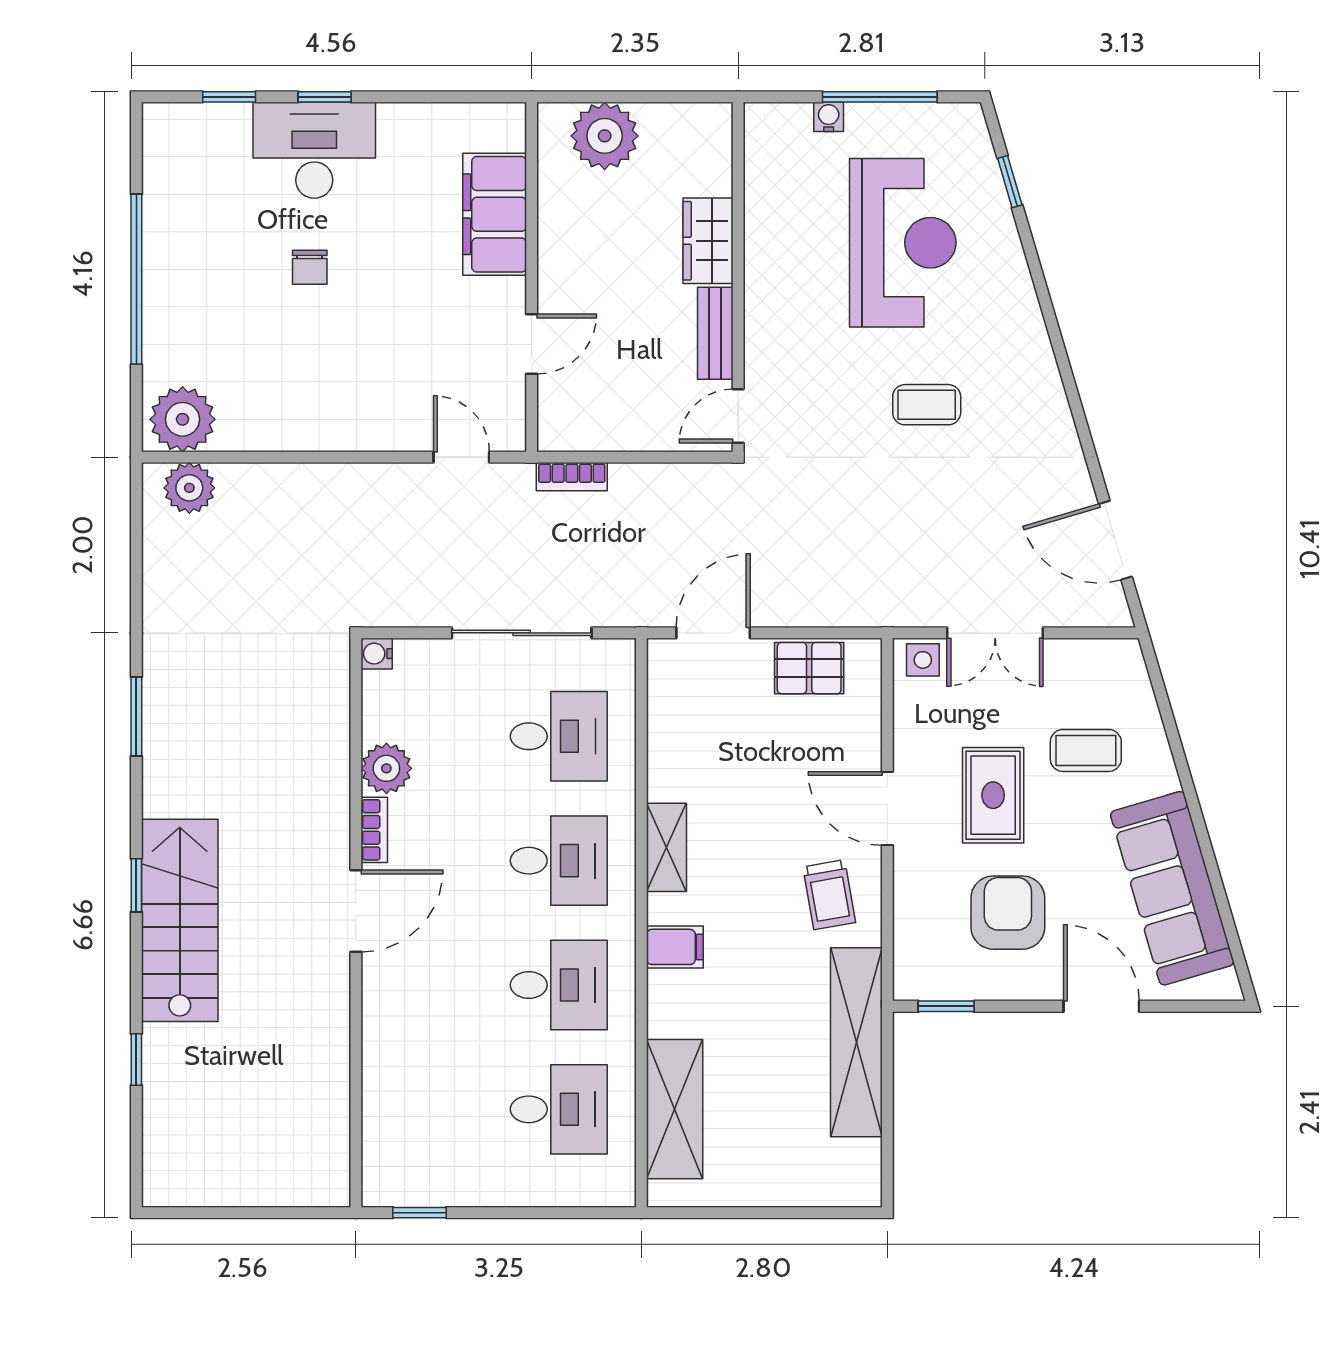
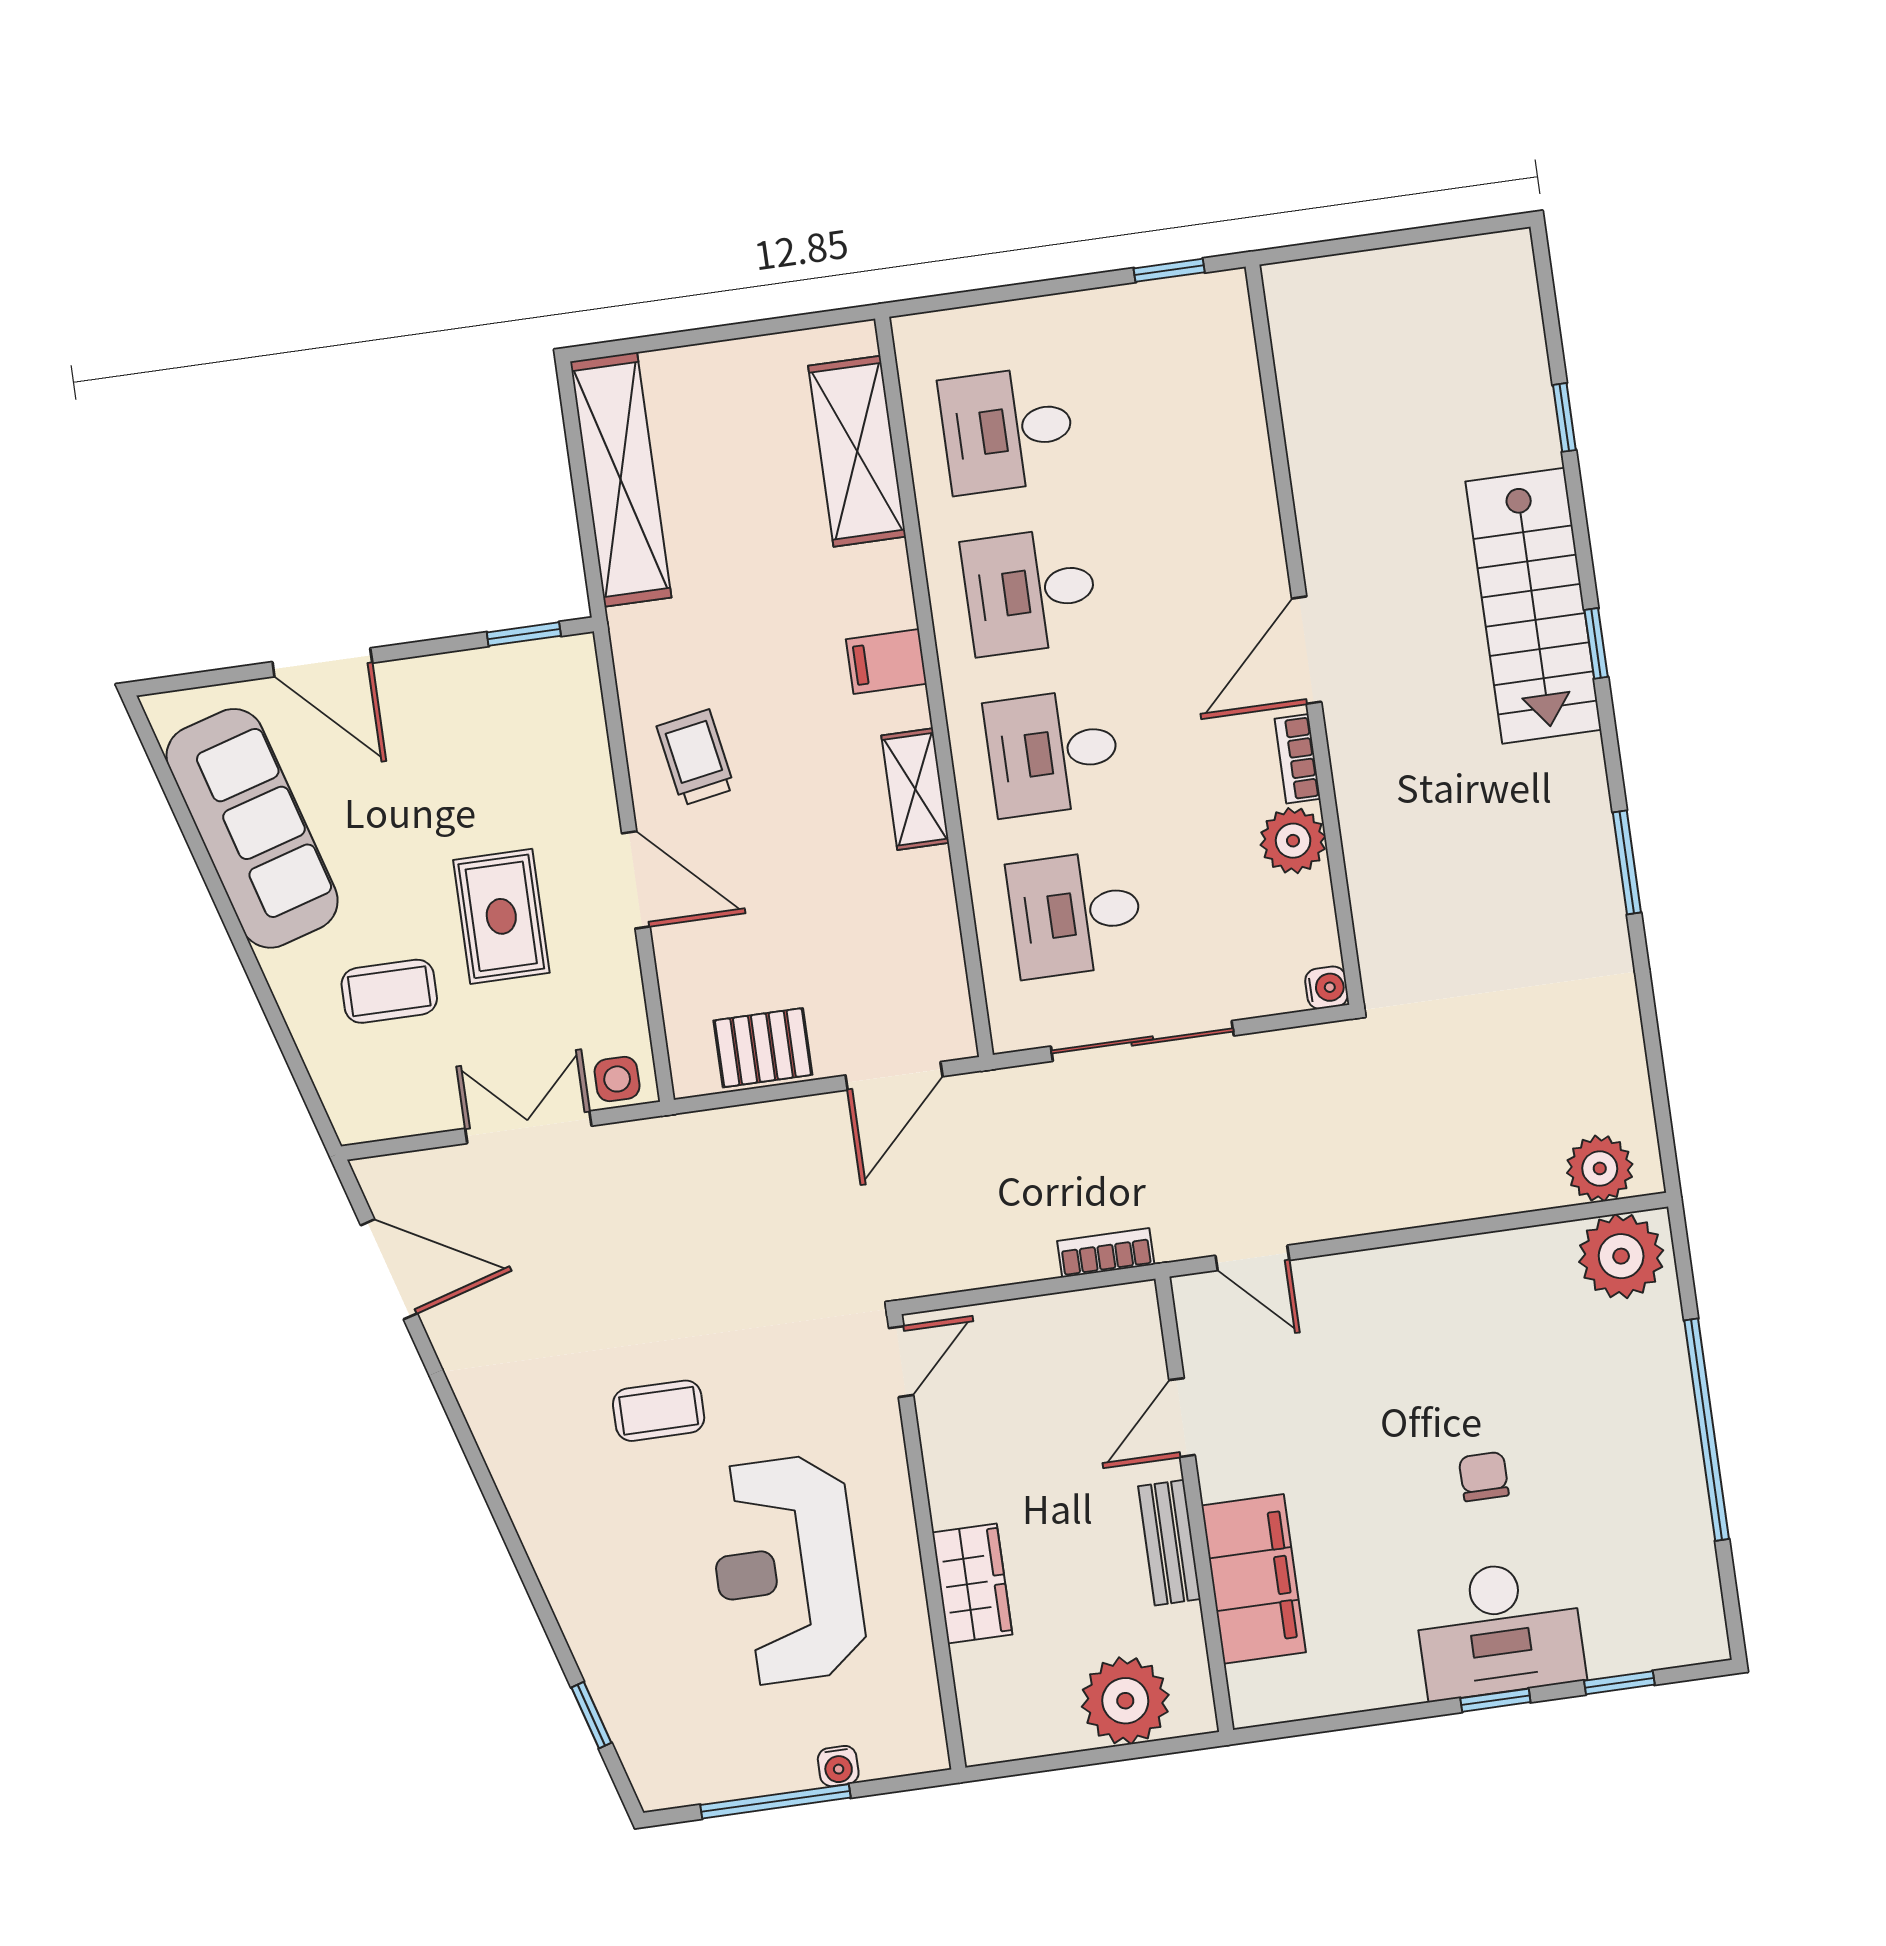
reception desk: (903, 243) -> (786, 1570), moved
bench: (715, 333) -> (1169, 1543), moved
armchair: (1008, 913) -> (461, 767), removed
shelving: (856, 1042) -> (621, 480), moved

